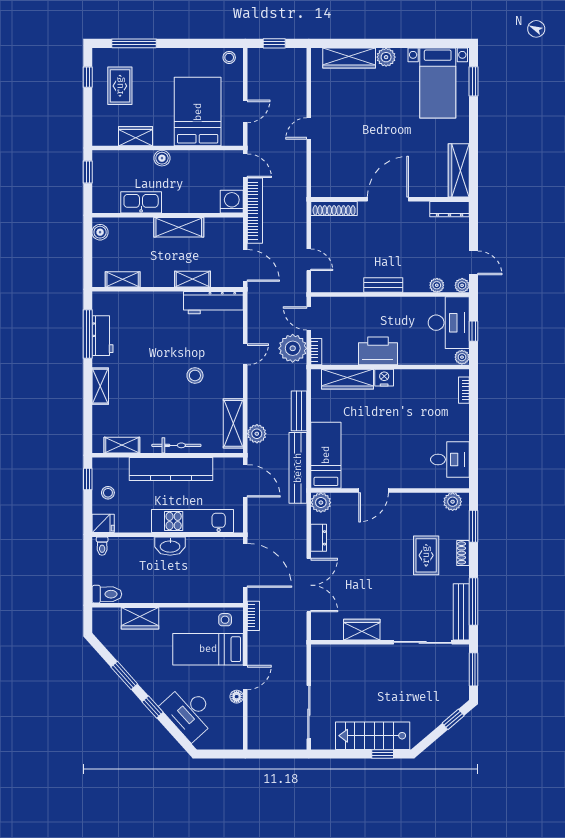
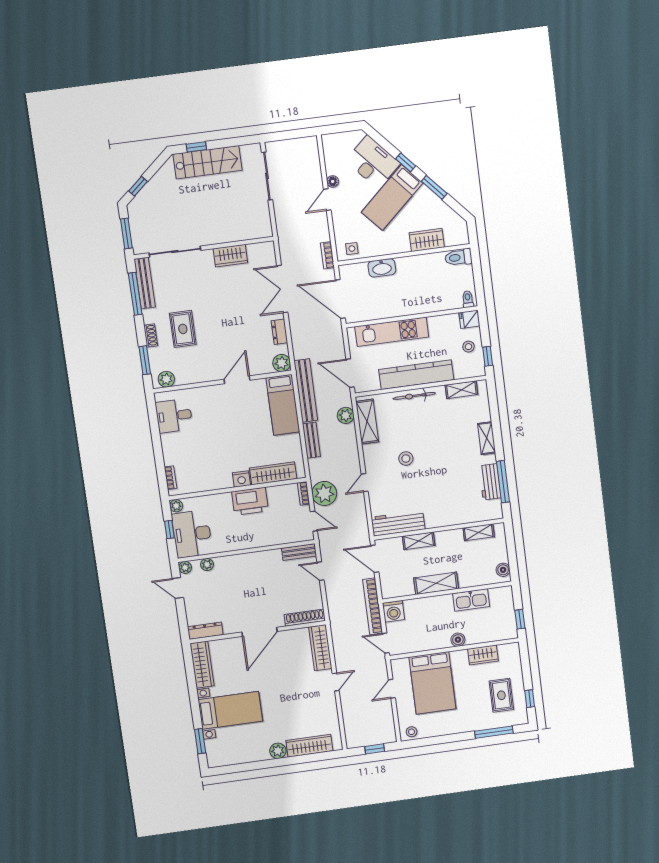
bed with nightstands: (438, 83) -> (230, 710), moved, turned 90
wardrobe: (321, 171) -> (320, 648), added
bench: (383, 285) -> (299, 552), moved
washbasin: (170, 546) -> (382, 268), moved, turned 180
bed: (208, 649) -> (392, 198), moved, turned 138

